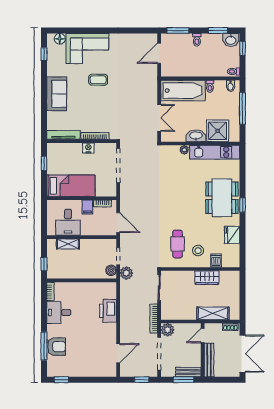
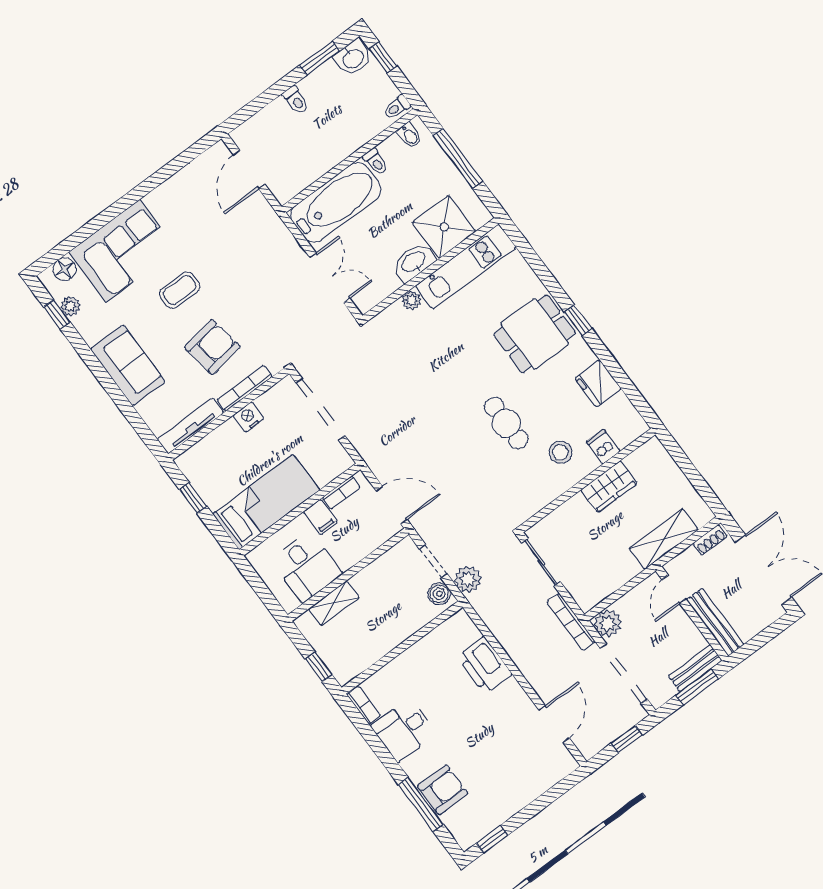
window: (178, 30) -> (252, 108), removed
plant: (51, 55) -> (70, 306), added
armchair: (94, 111) -> (212, 347), added
dining table: (222, 198) -> (535, 334), width x0.73
cafe table: (178, 244) -> (506, 423), moved

